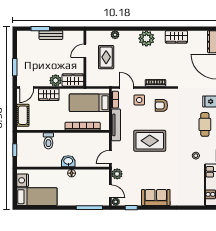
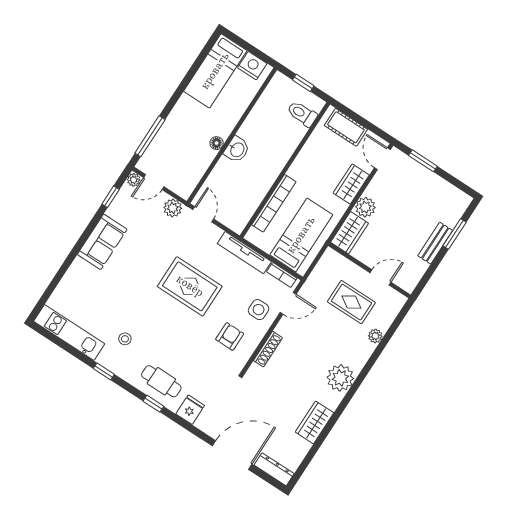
door: (85, 51) -> (380, 277), hinge flipped
toilet: (48, 141) -> (302, 114), moved
rug: (150, 141) -> (190, 286), turned 90

